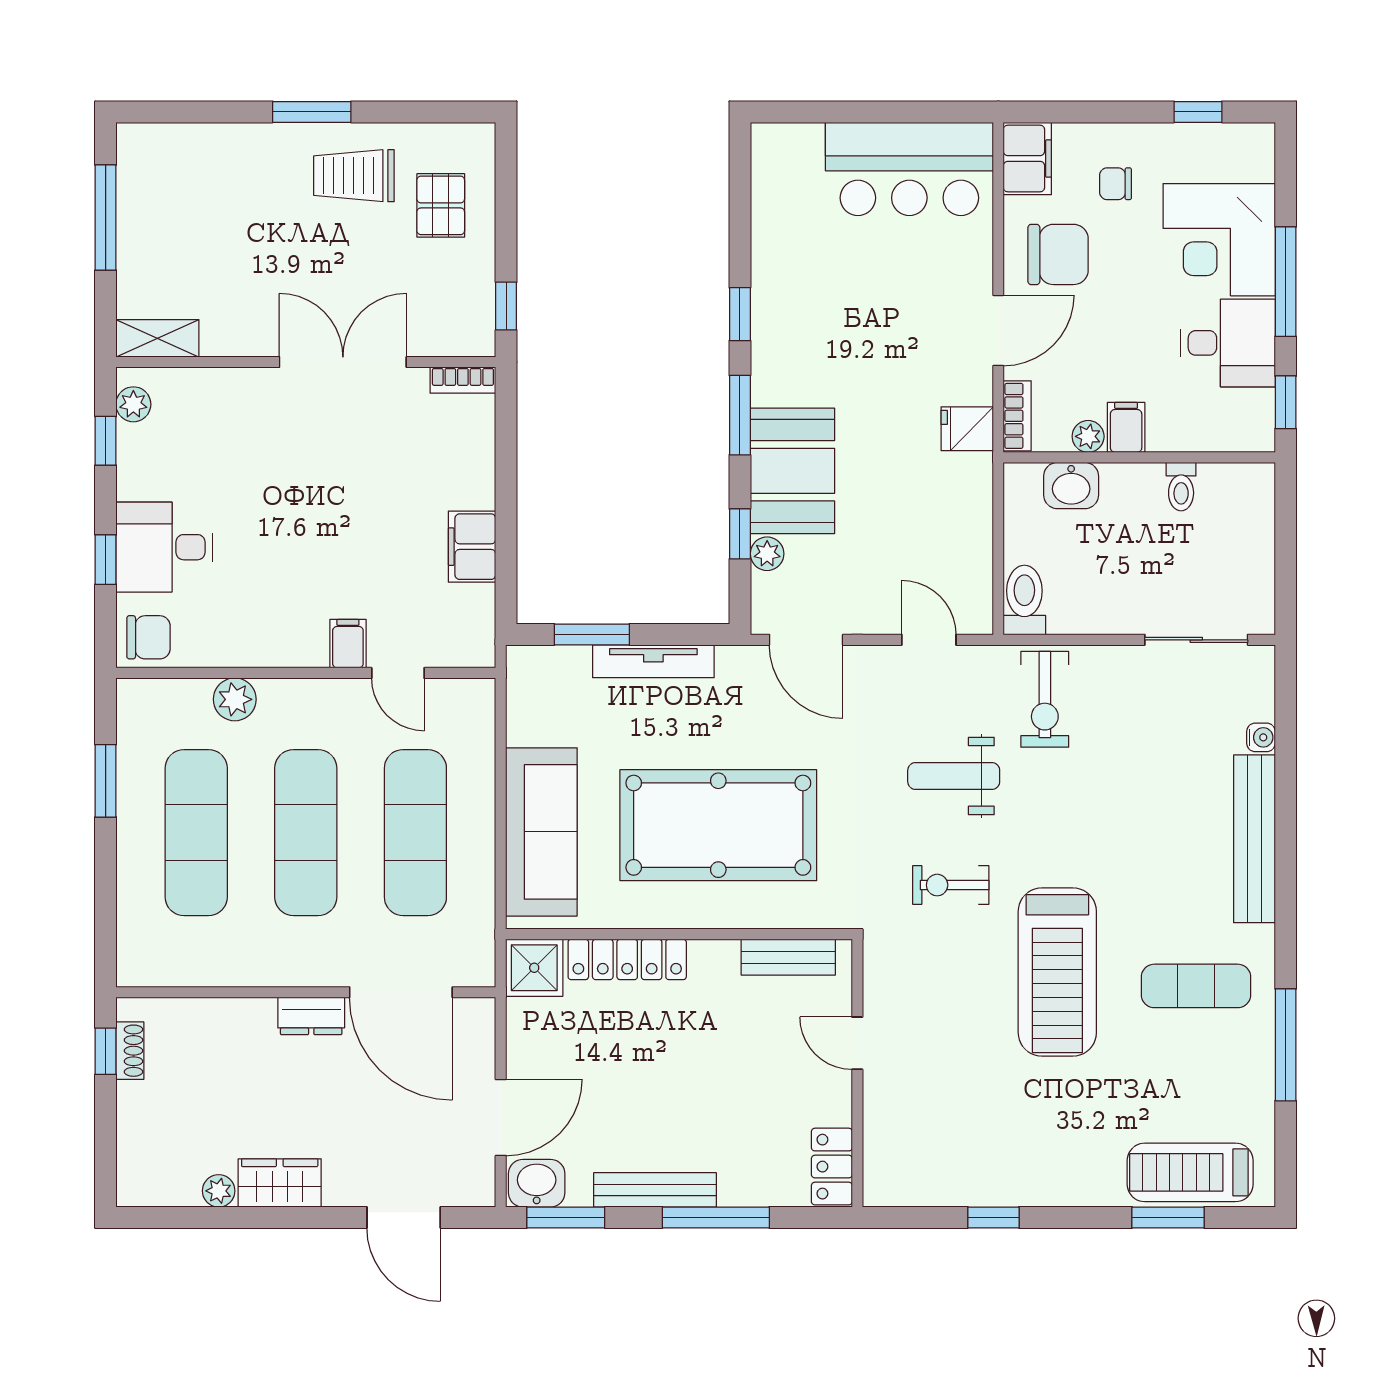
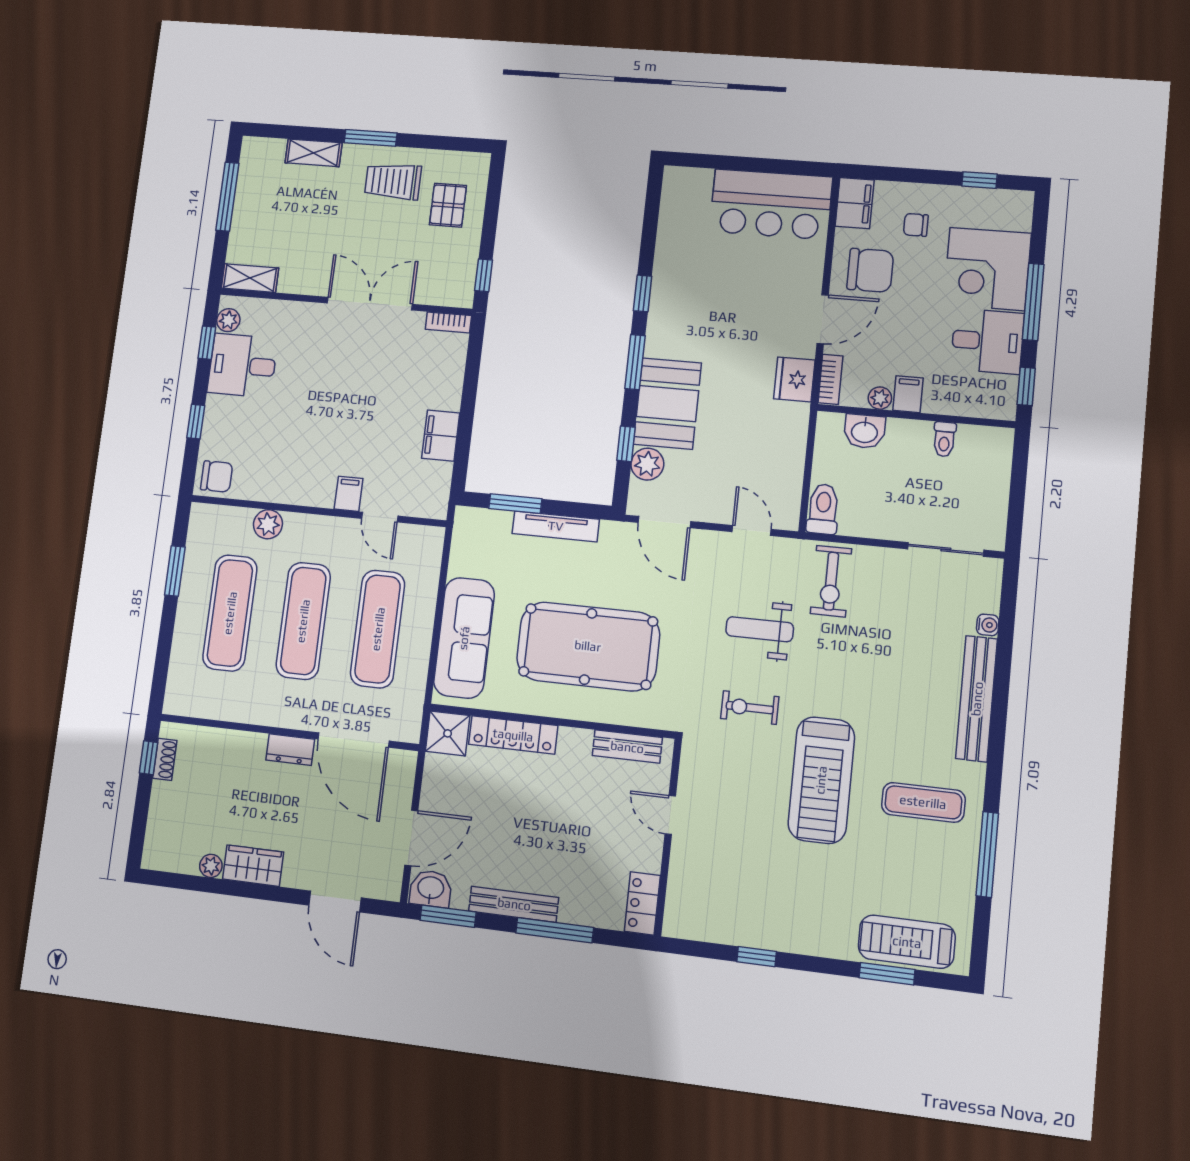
shelving: (228, 141) -> (313, 153), added
fridge: (967, 429) -> (794, 379), width x1.38
desk: (164, 547) -> (243, 365), moved
plant: (767, 554) -> (647, 464), width x1.38, depth x1.38

